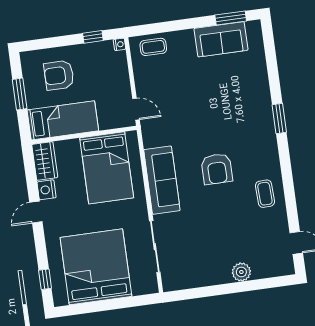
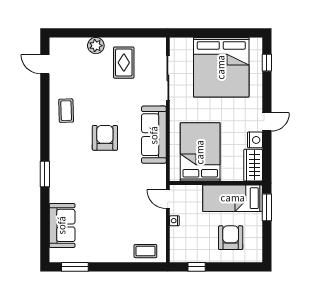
sofa: (221, 39) -> (62, 225), moved, turned 90
nightstand: (119, 44) -> (174, 221), moved
armchair: (59, 75) -> (231, 238), turned -90
window: (20, 94) -> (267, 207), moved
rug: (207, 257) -> (124, 63), added

